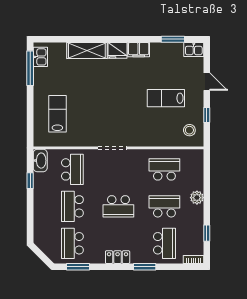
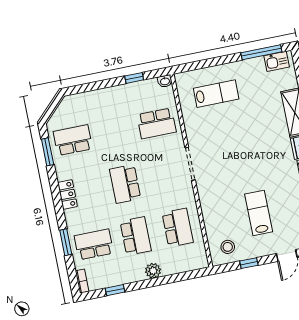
washbasin: (40, 161) -> (165, 81), width x0.52, depth x0.69
school desk: (72, 206) -> (115, 132), removed
school desk: (164, 243) -> (94, 244), turned 180
window: (145, 267) -> (66, 242), moved

